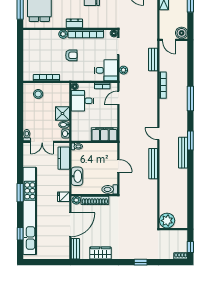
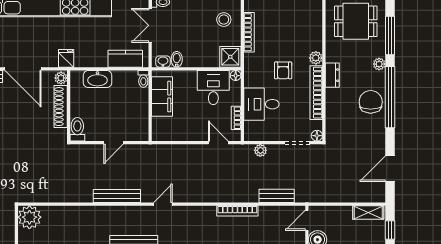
desk: (106, 70) -> (261, 104), moved, turned 90
shower: (62, 114) -> (230, 57), moved
filing cabinet: (104, 134) -> (162, 97), moved

